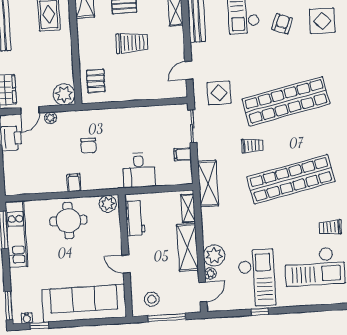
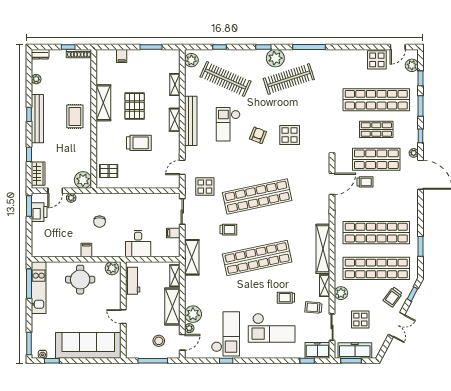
pallet: (96, 81) -> (109, 171), turned 90
stool: (152, 299) -> (159, 341), moved

